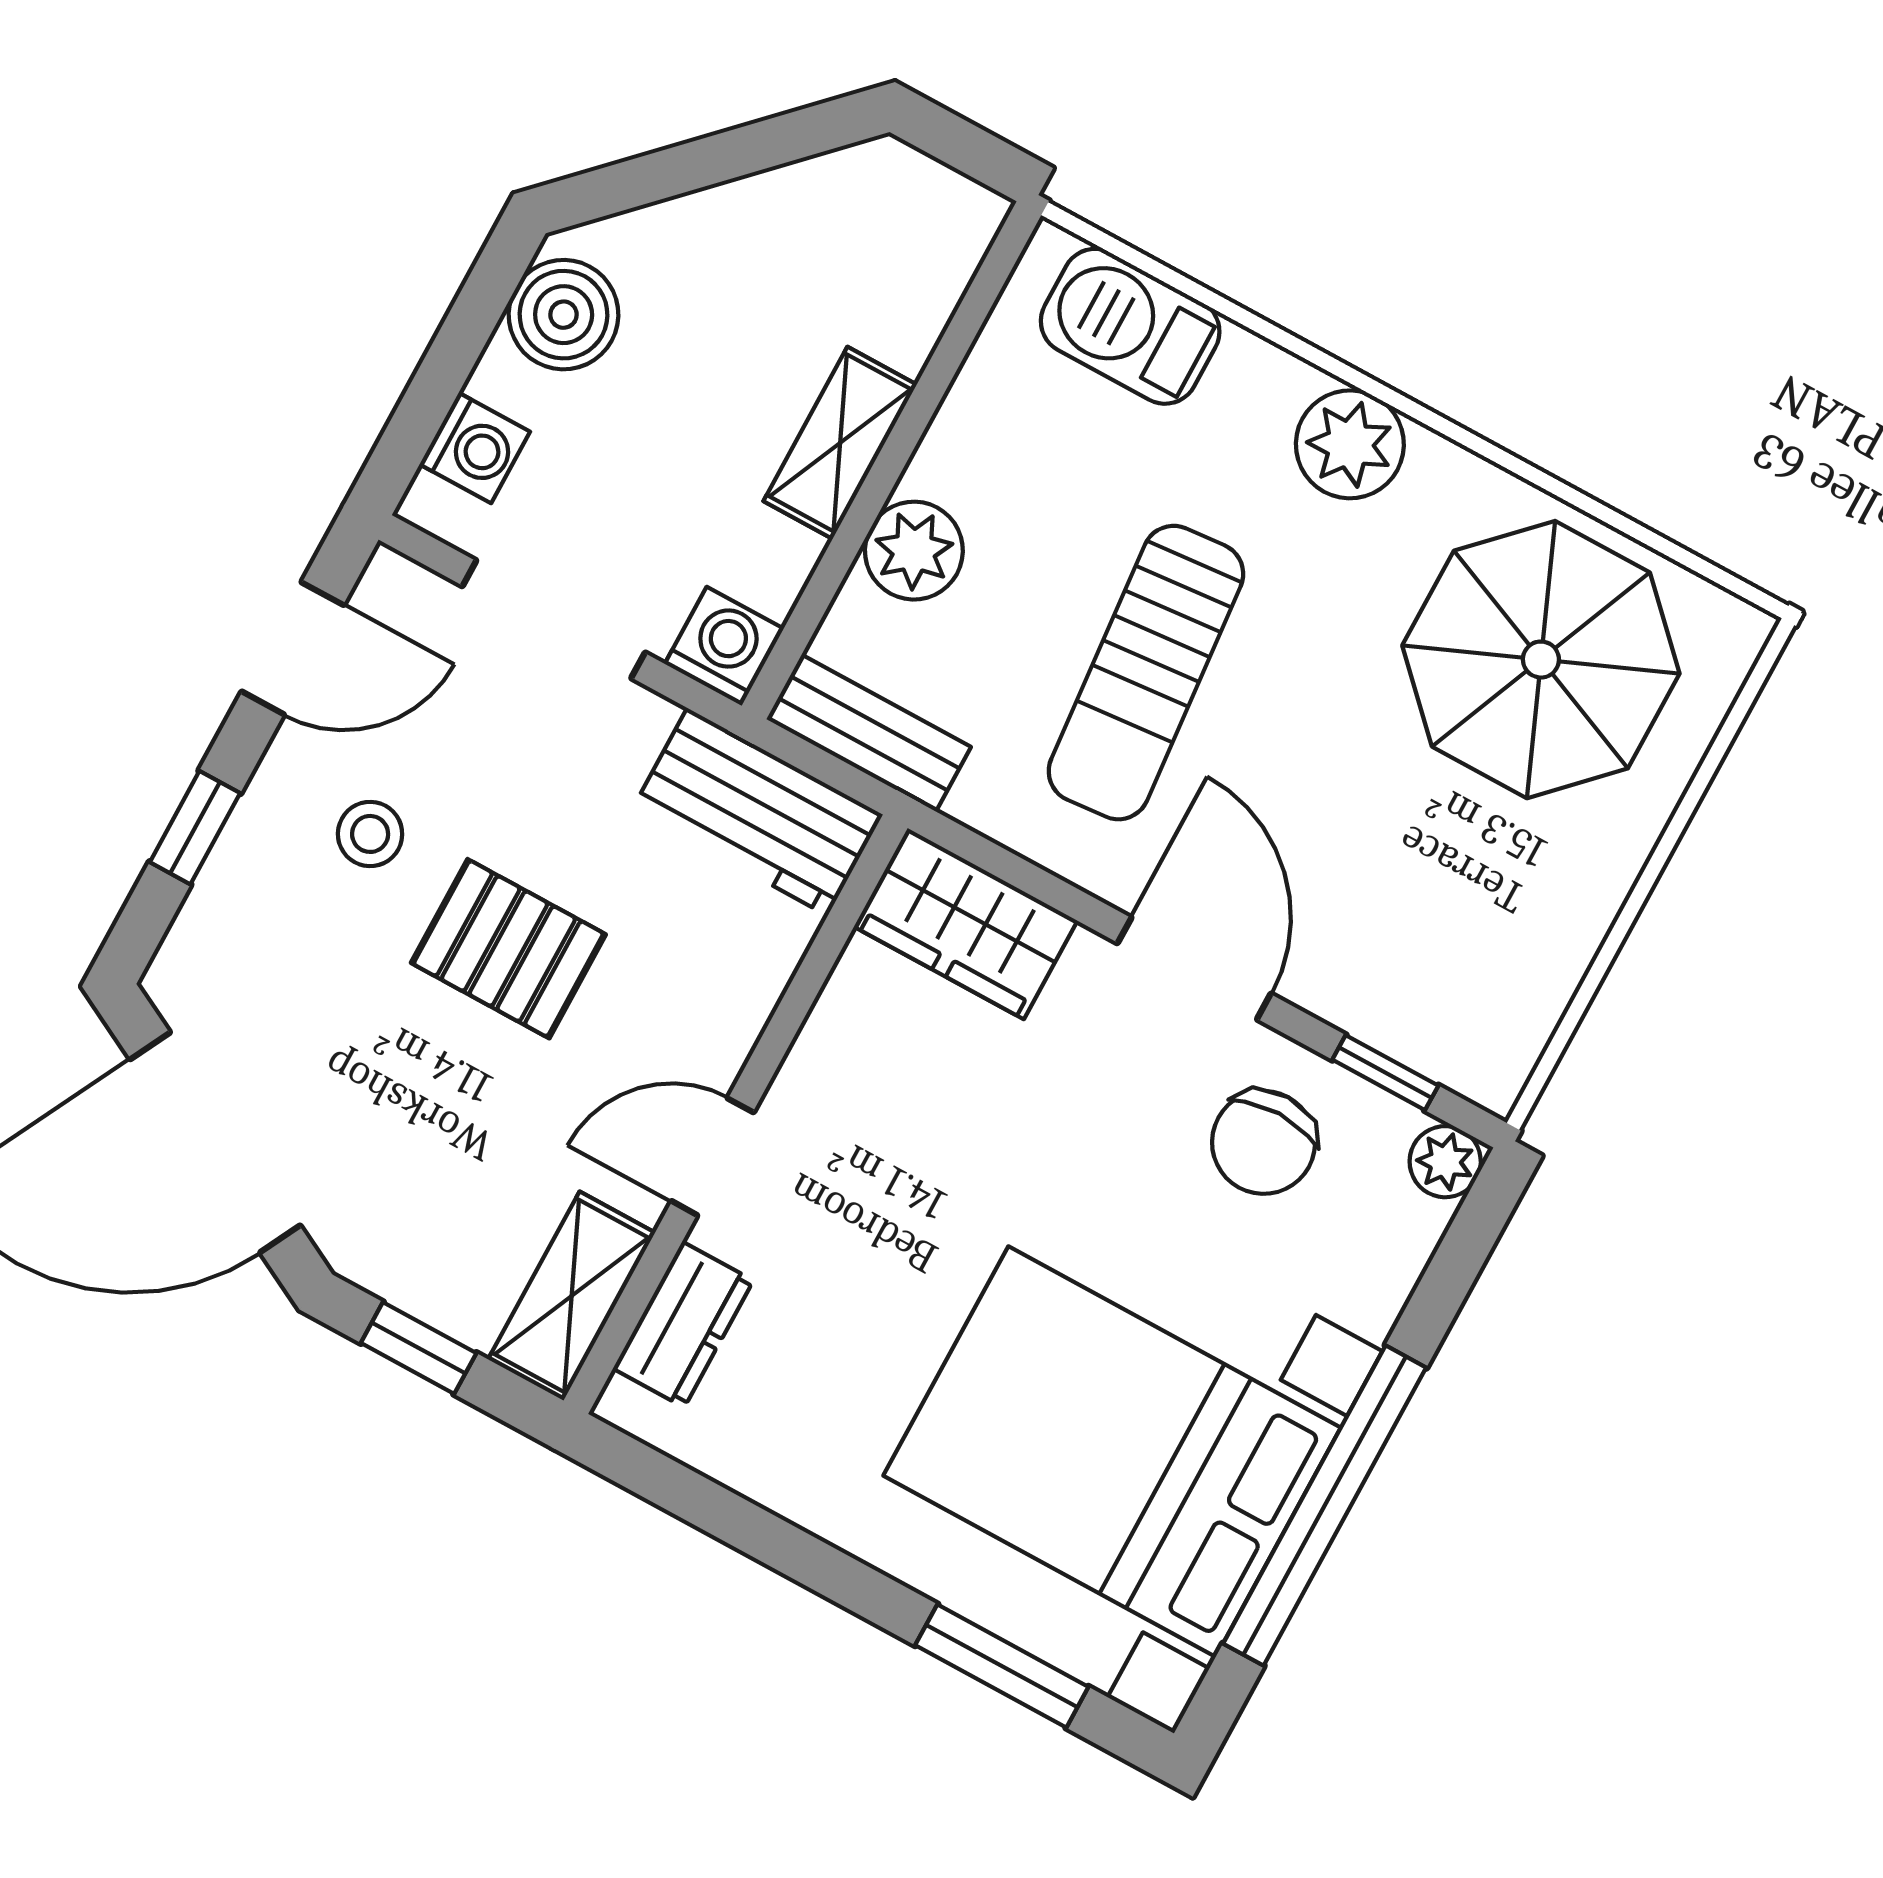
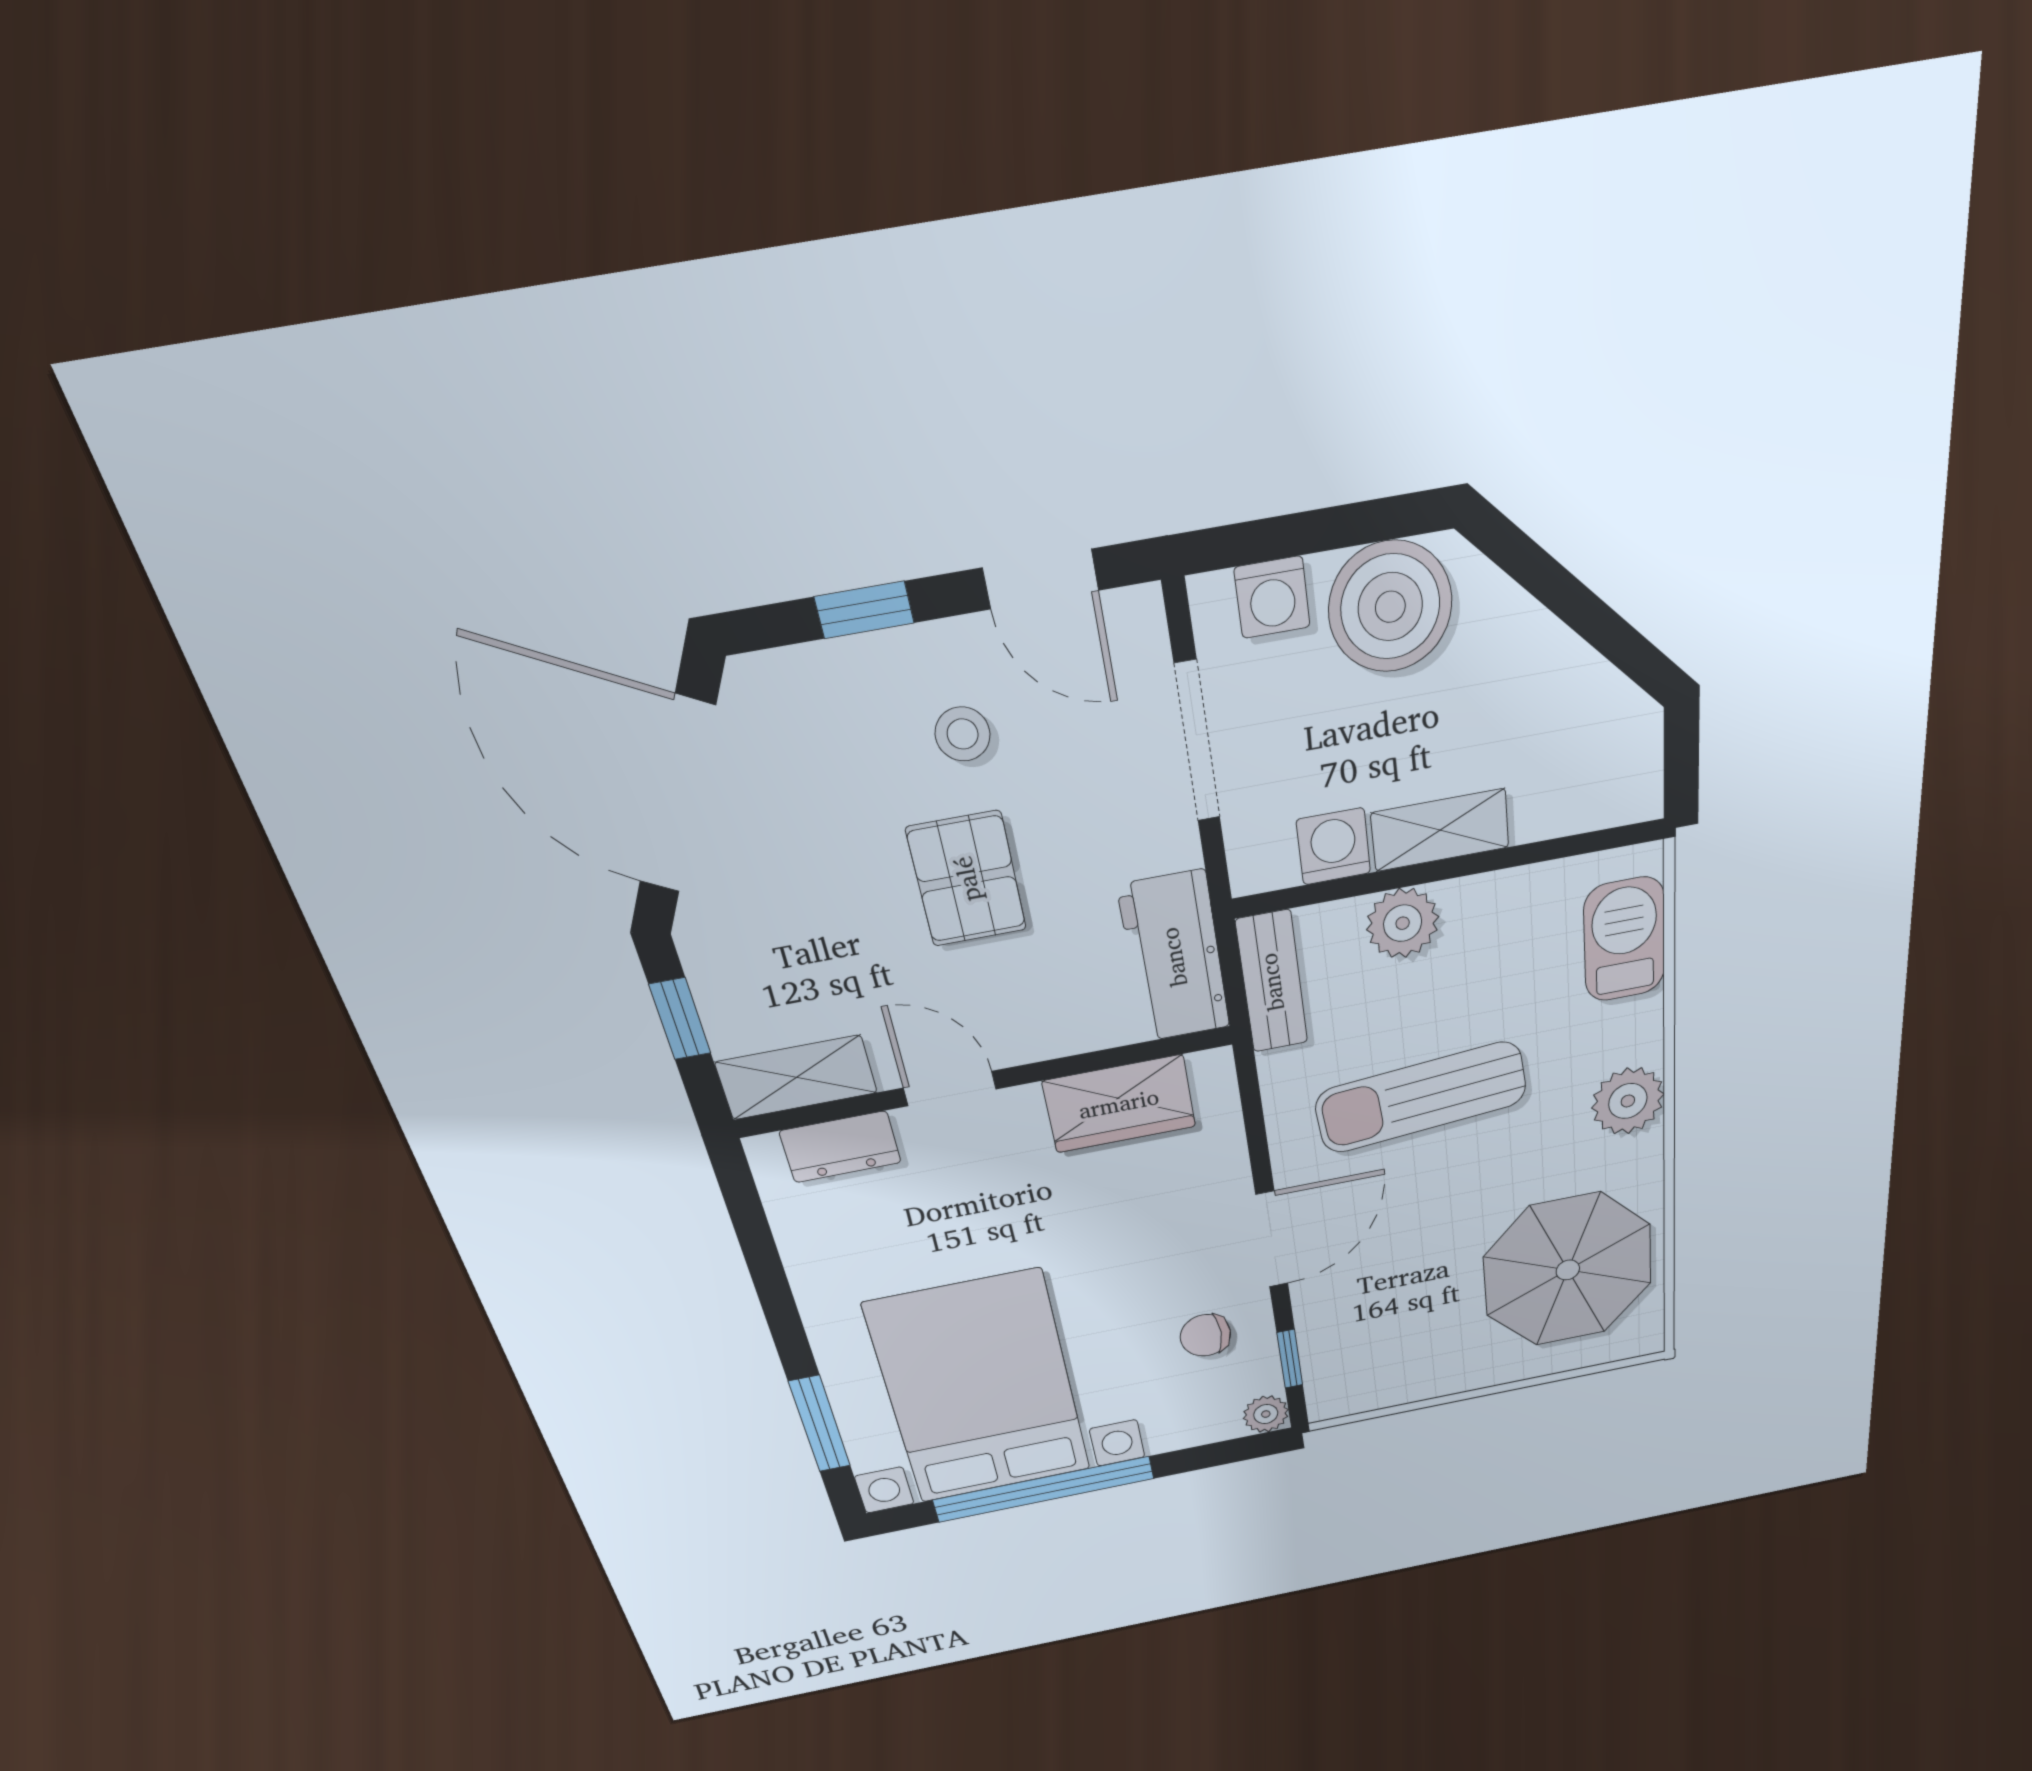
boiler: (564, 315) -> (1390, 607), width x1.37, depth x1.37
washing machine: (724, 646) -> (1334, 846), moved, turned -90
wardrobe: (966, 924) -> (1119, 1104), moved, turned -90
chair: (1264, 1142) -> (1205, 1335), width x0.73, depth x0.73

